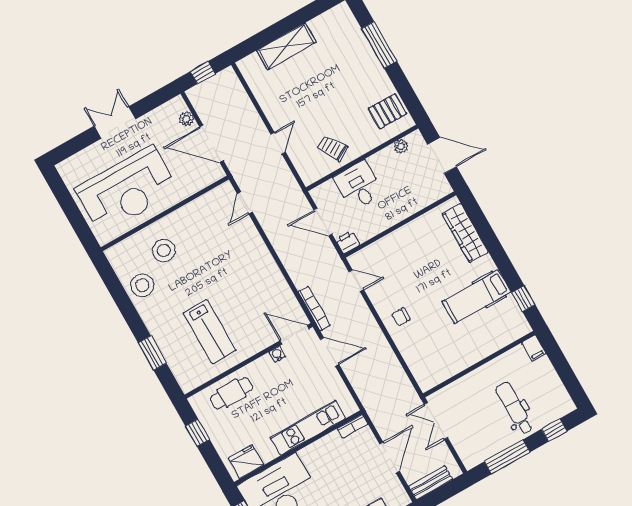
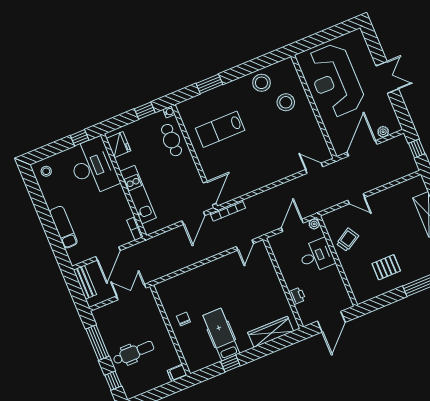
pallet: (387, 111) -> (386, 267), moved, turned 90
plant: (401, 146) -> (314, 224), moved
printer: (348, 242) -> (297, 296), moved
window: (523, 299) -> (230, 364), moved
chair: (401, 317) -> (183, 319), moved
water cooler: (277, 354) -> (169, 112), moved
door: (390, 457) -> (108, 254), hinge flipped

